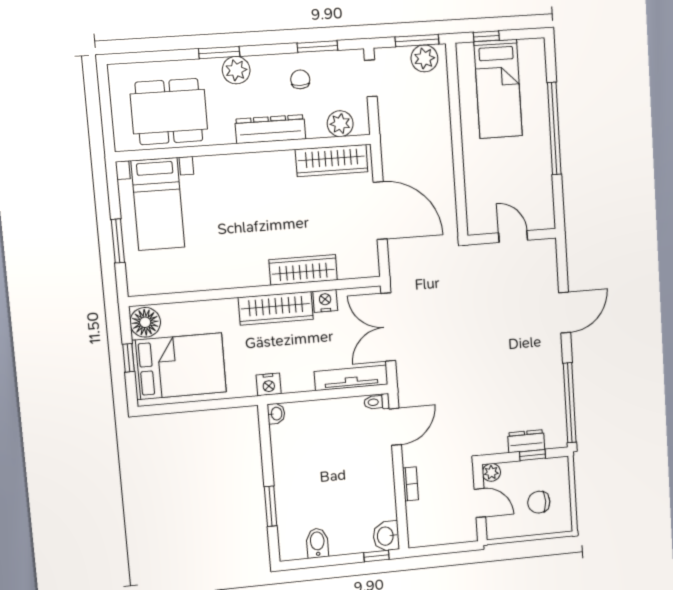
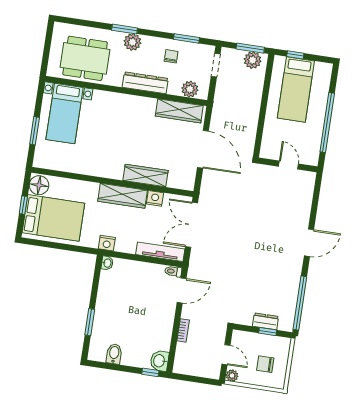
wall: (512, 237) -> (288, 165), moved
door: (513, 237) -> (289, 165), moved
plant: (491, 472) -> (232, 376), moved

